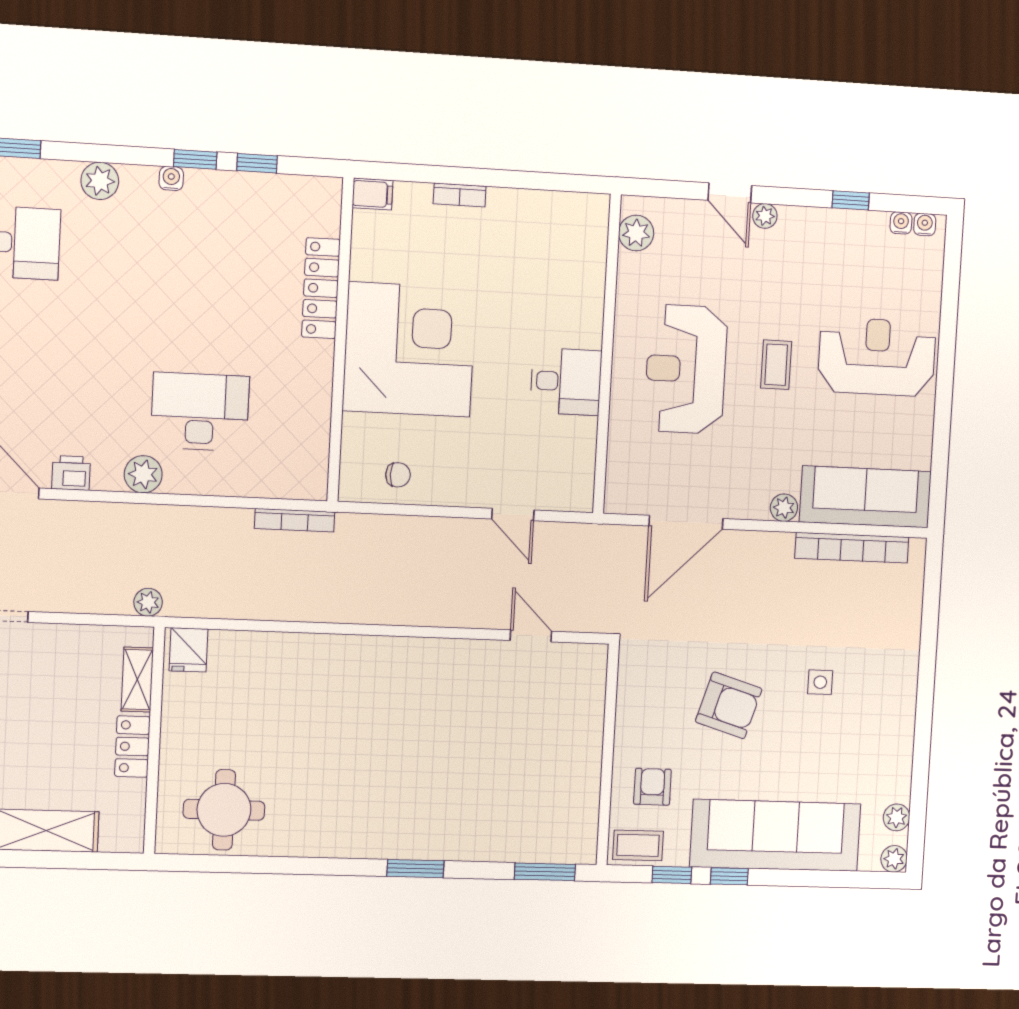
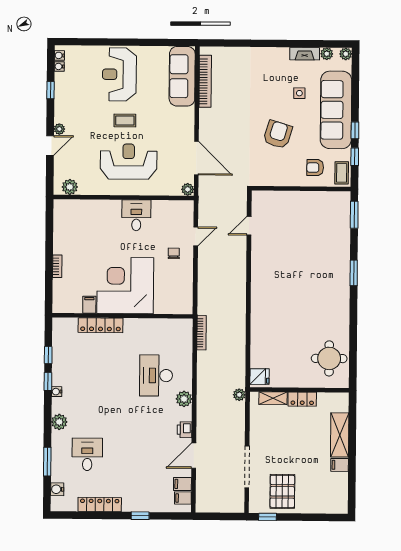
filing cabinet: (372, 194) -> (89, 305), moved
reception desk: (686, 369) -> (129, 162), turned 180
chair: (398, 475) -> (174, 253), moved
plant: (784, 508) -> (188, 189), moved
side table: (820, 682) -> (299, 93), moved
fireplace: (899, 769) -> (305, 54), added

